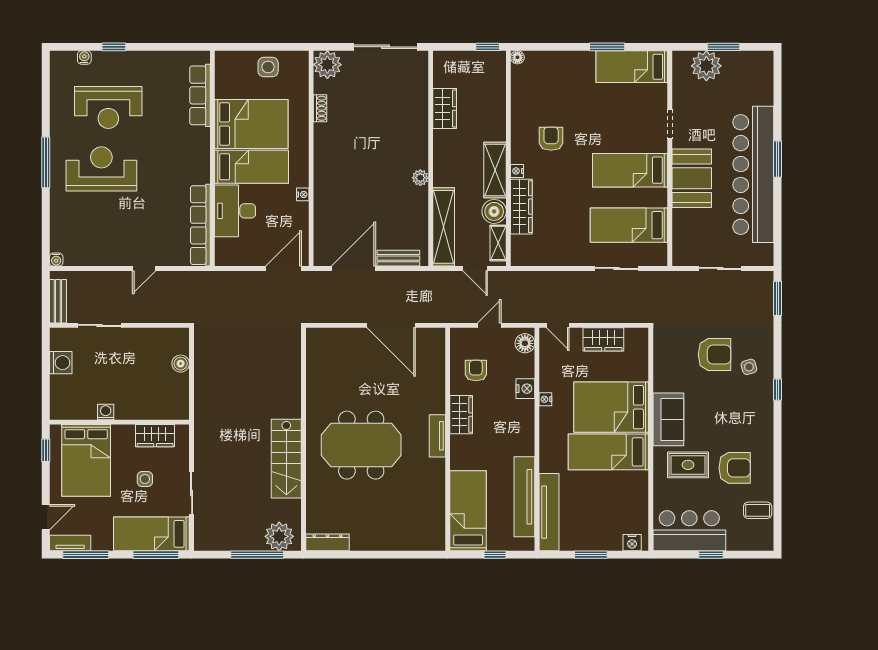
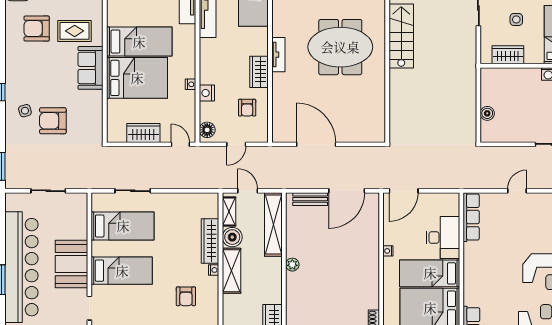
row of seats: (200, 225) -> (471, 217), width x0.73

